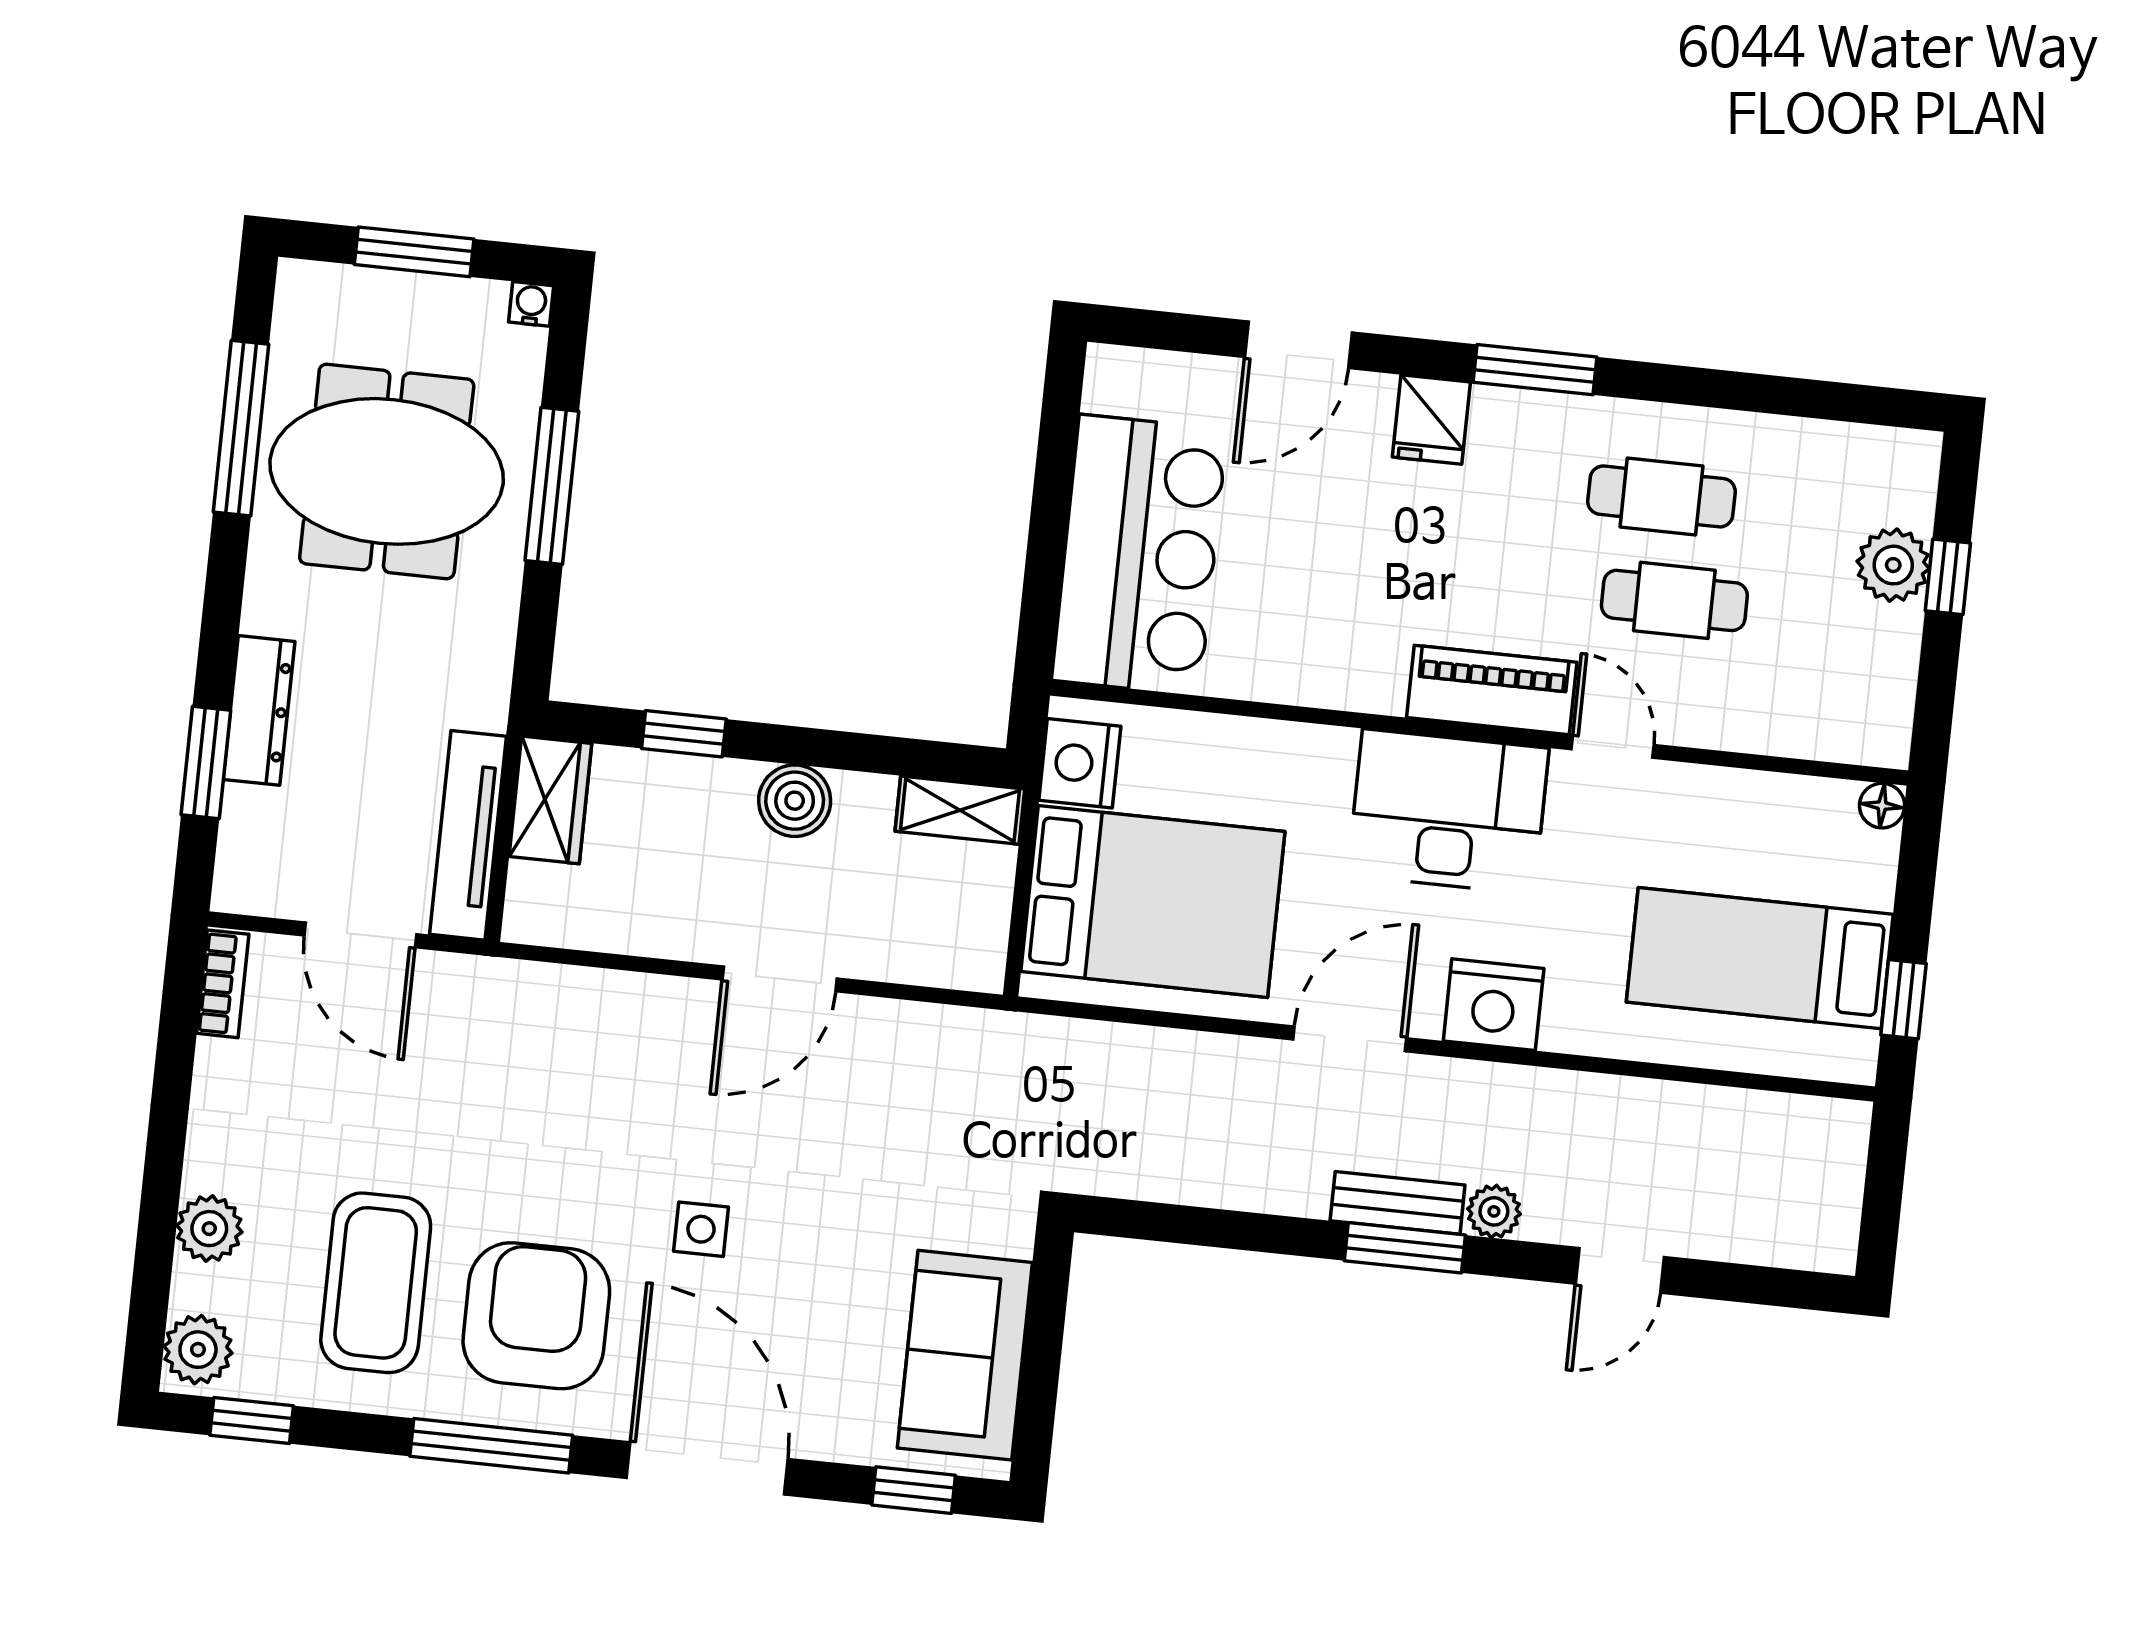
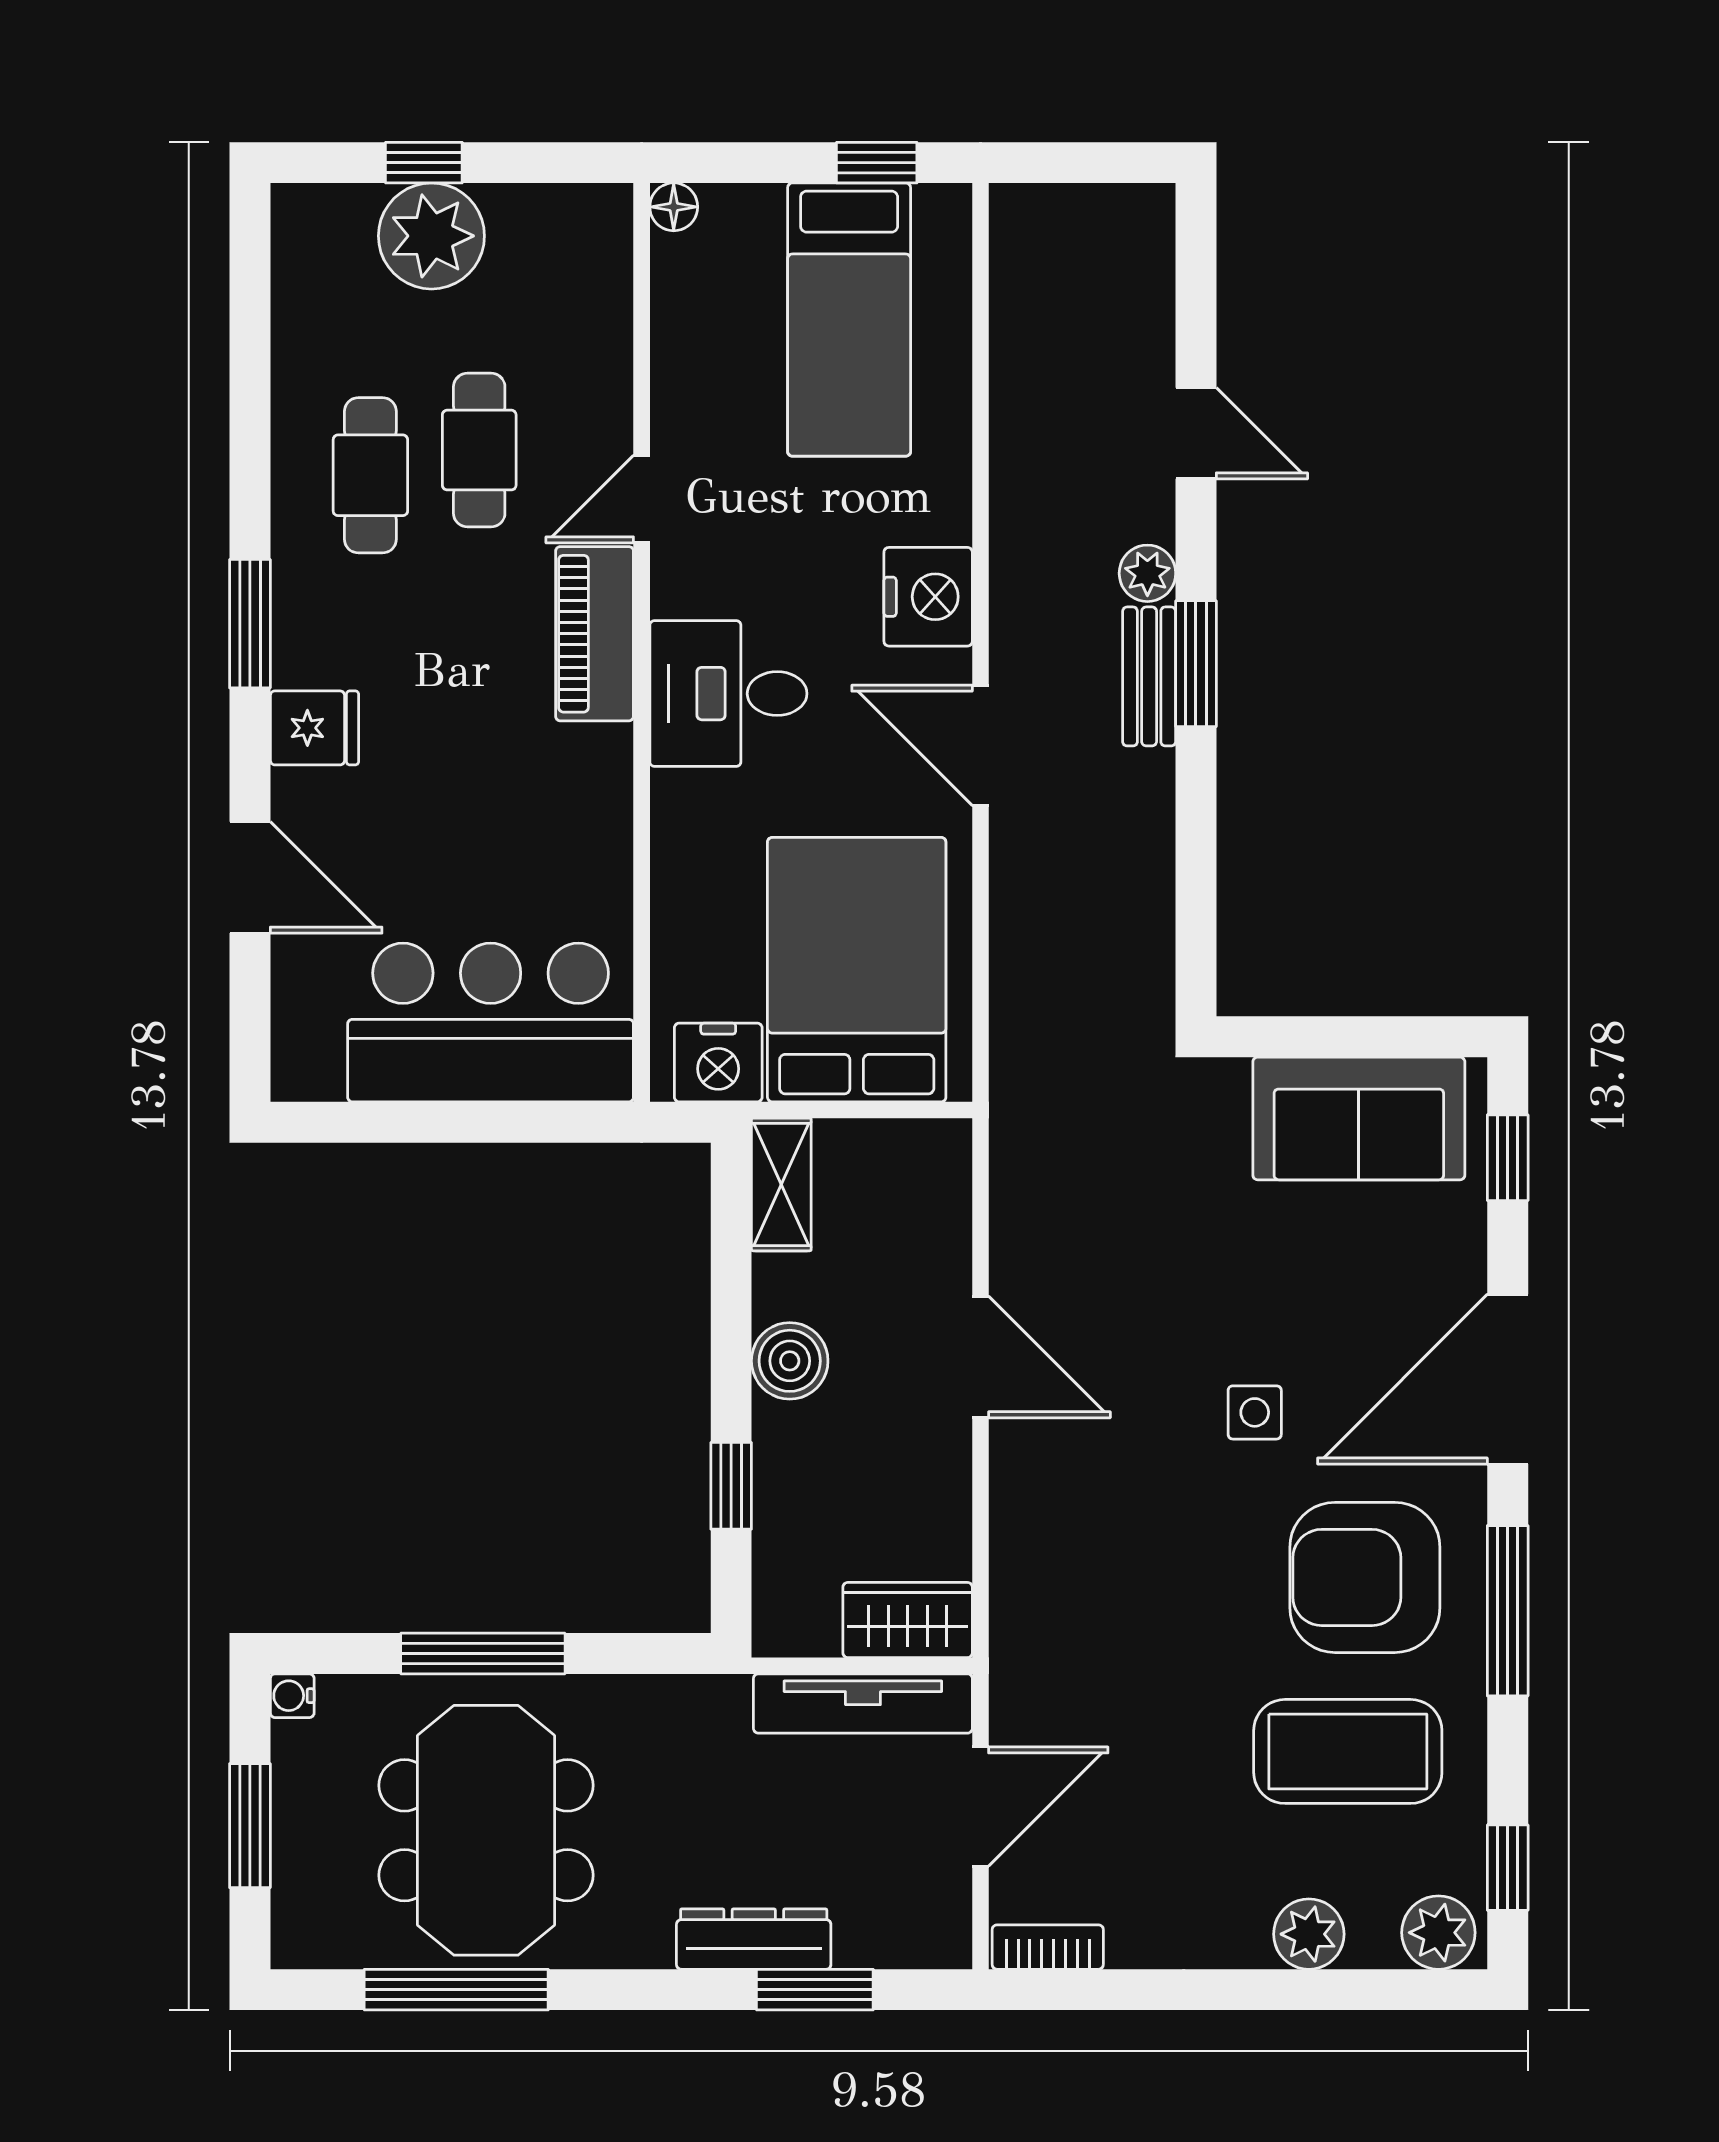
plant: (1893, 565) -> (431, 236), width x1.36, depth x1.36
wardrobe: (550, 800) -> (908, 1620), moved
desk: (1448, 812) -> (728, 694), width x0.73

